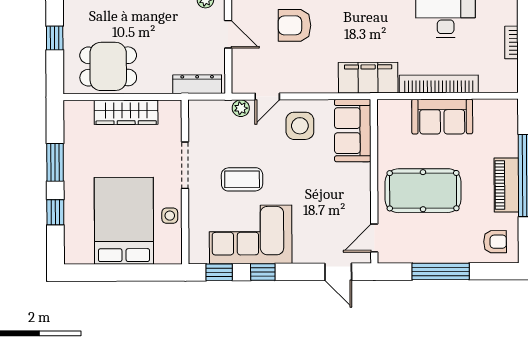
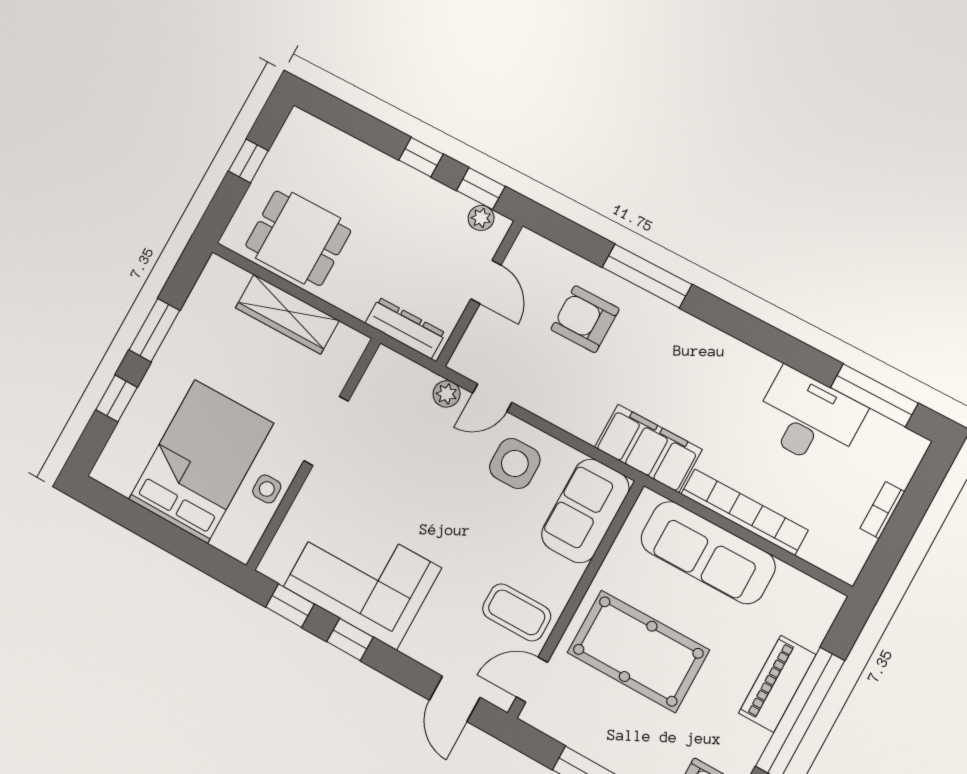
sofa: (442, 117) -> (708, 553), width x1.36
coffee table: (242, 179) -> (517, 612), moved
piano: (506, 185) -> (777, 684), moved

